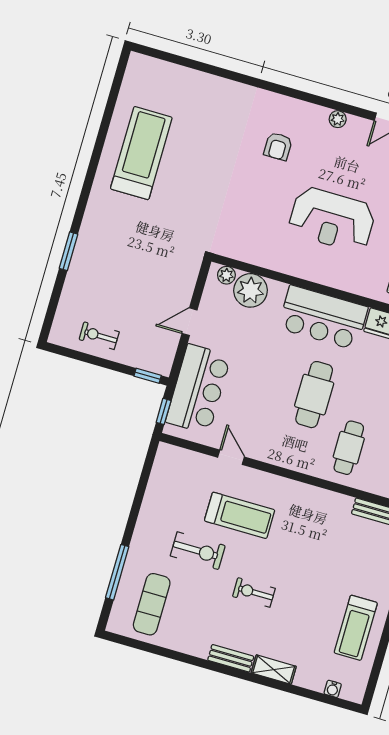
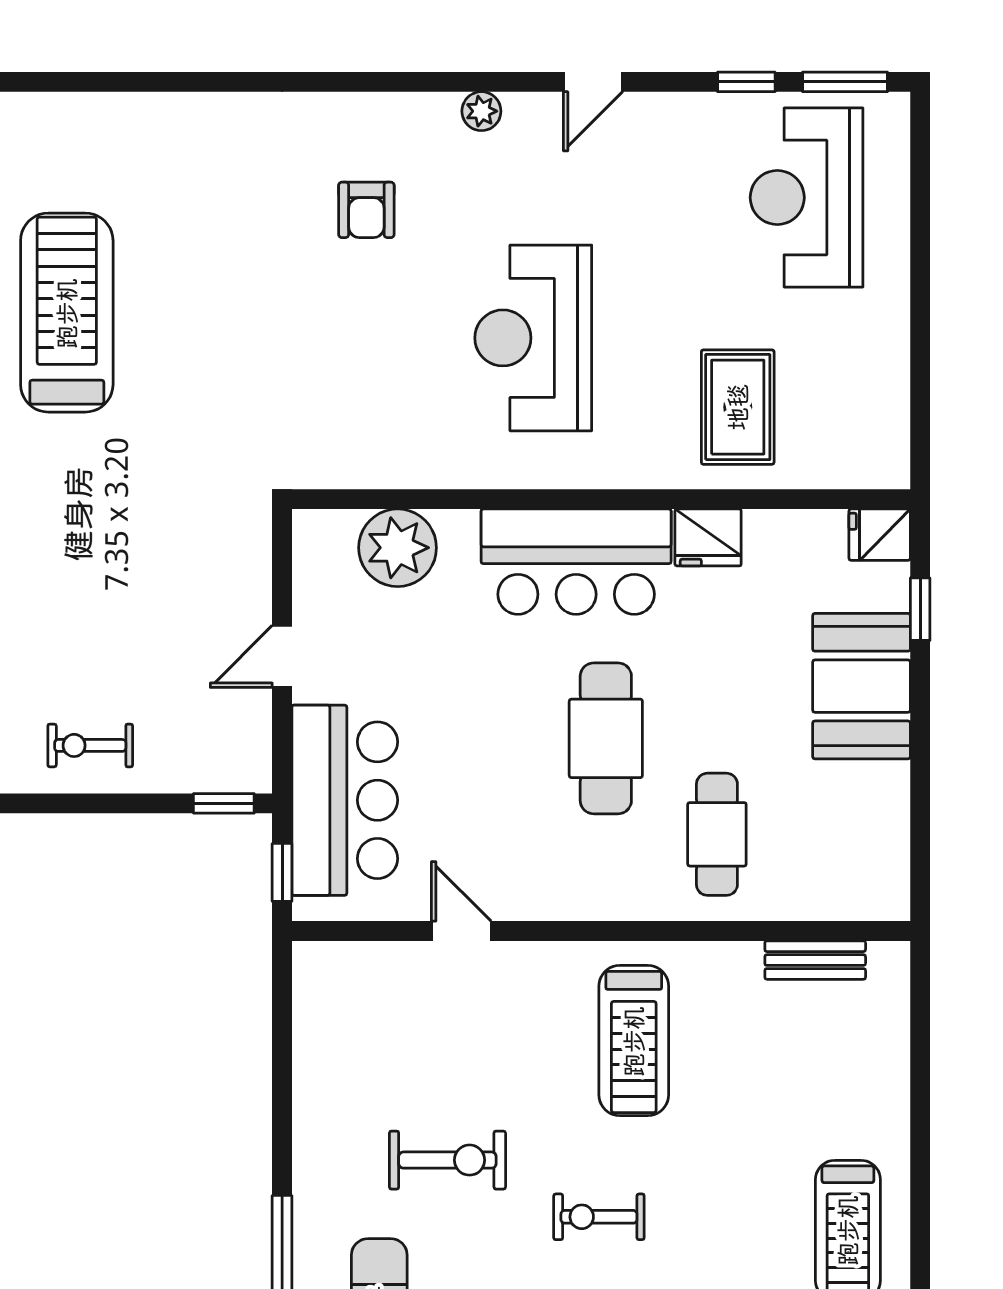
reception desk: (332, 220) -> (533, 338), turned 90
plant: (226, 275) -> (334, 529), removed
treadmill: (240, 515) -> (634, 1041), moved, turned 90

